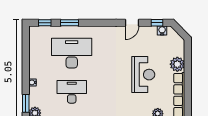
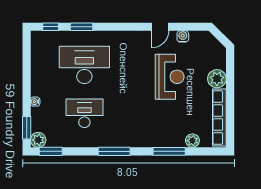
window: (157, 23) -> (191, 27), removed
water cooler: (162, 31) -> (183, 36), moved
reception desk: (143, 75) -> (170, 77), moved

